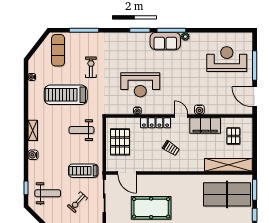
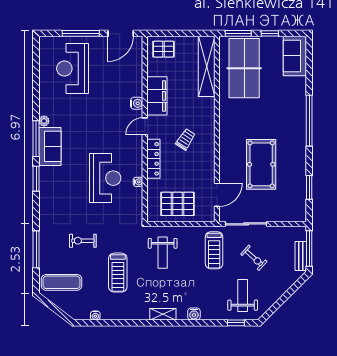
treadmill: (66, 95) -> (118, 273), width x0.73, depth x0.73
pallet: (233, 136) -> (163, 49), moved

